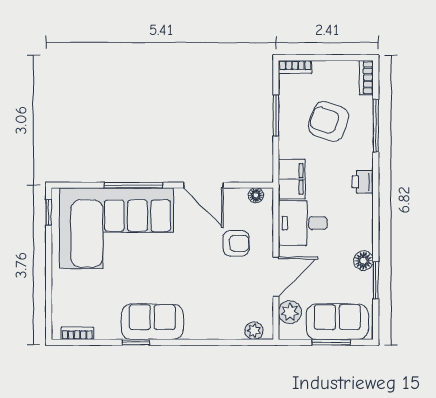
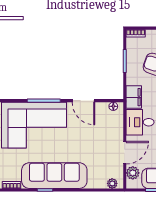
armchair: (236, 243) -> (102, 134), removed
sofa: (152, 322) -> (54, 176), width x1.85, depth x1.27

